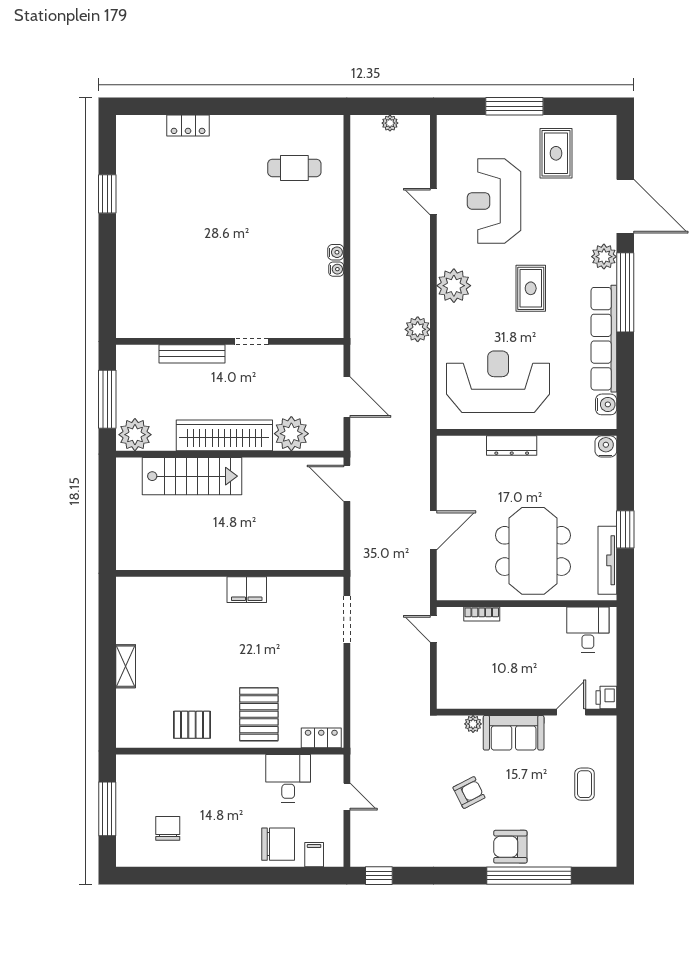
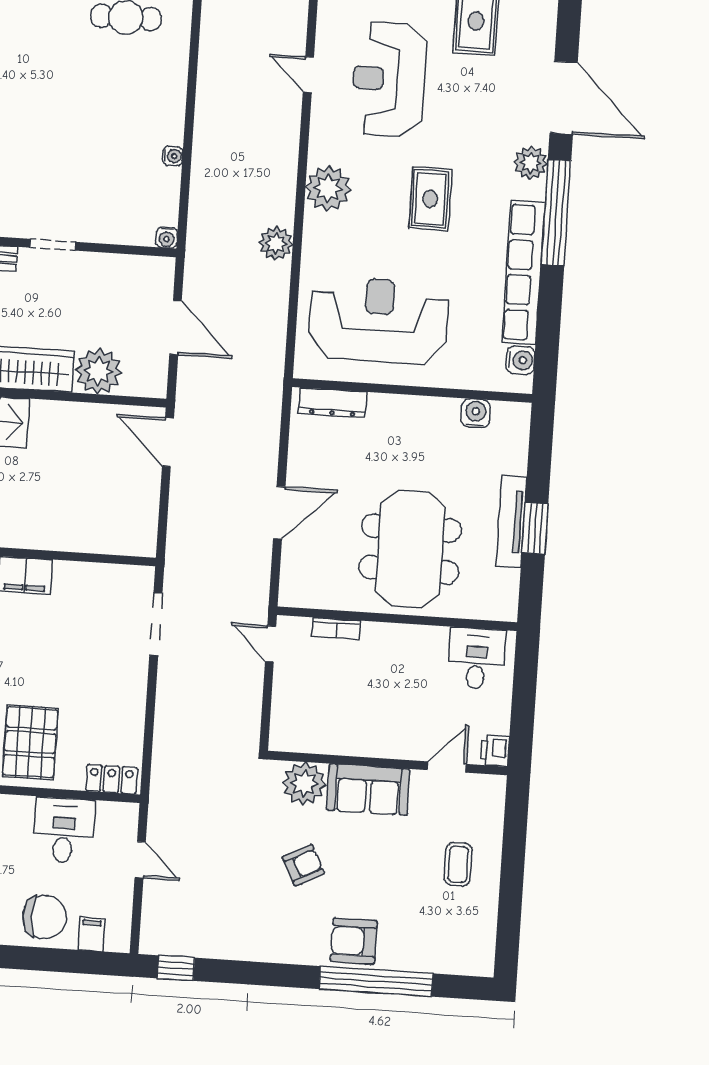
water cooler: (336, 252) -> (167, 237), moved, turned 90
dresser: (512, 446) -> (333, 403), moved
water cooler: (606, 446) -> (476, 413), moved
tv unit: (607, 560) -> (511, 522), moved
plant: (473, 724) -> (304, 784), width x1.87, depth x1.87

